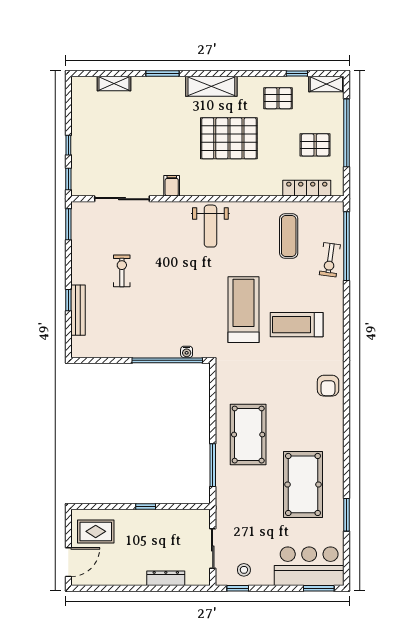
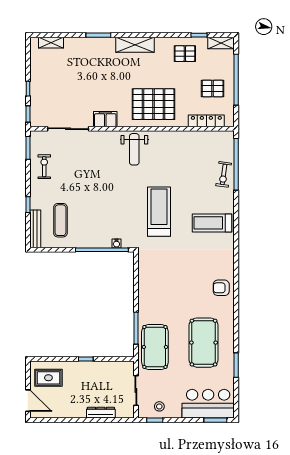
shelving: (114, 84) -> (51, 43), moved
pallet: (229, 138) -> (153, 104), moved
filing cabinet: (172, 186) -> (105, 119), width x2.00
exercise mat: (289, 236) -> (60, 220), moved
exercise bike: (122, 271) -> (44, 167), moved
bench: (78, 310) -> (35, 229), moved
treadmill: (297, 325) -> (212, 223), moved
armchair: (328, 386) -> (221, 288), moved, turned 90
pool table: (248, 435) -> (155, 347), moved
door: (68, 562) -> (28, 401), hinge flipped

